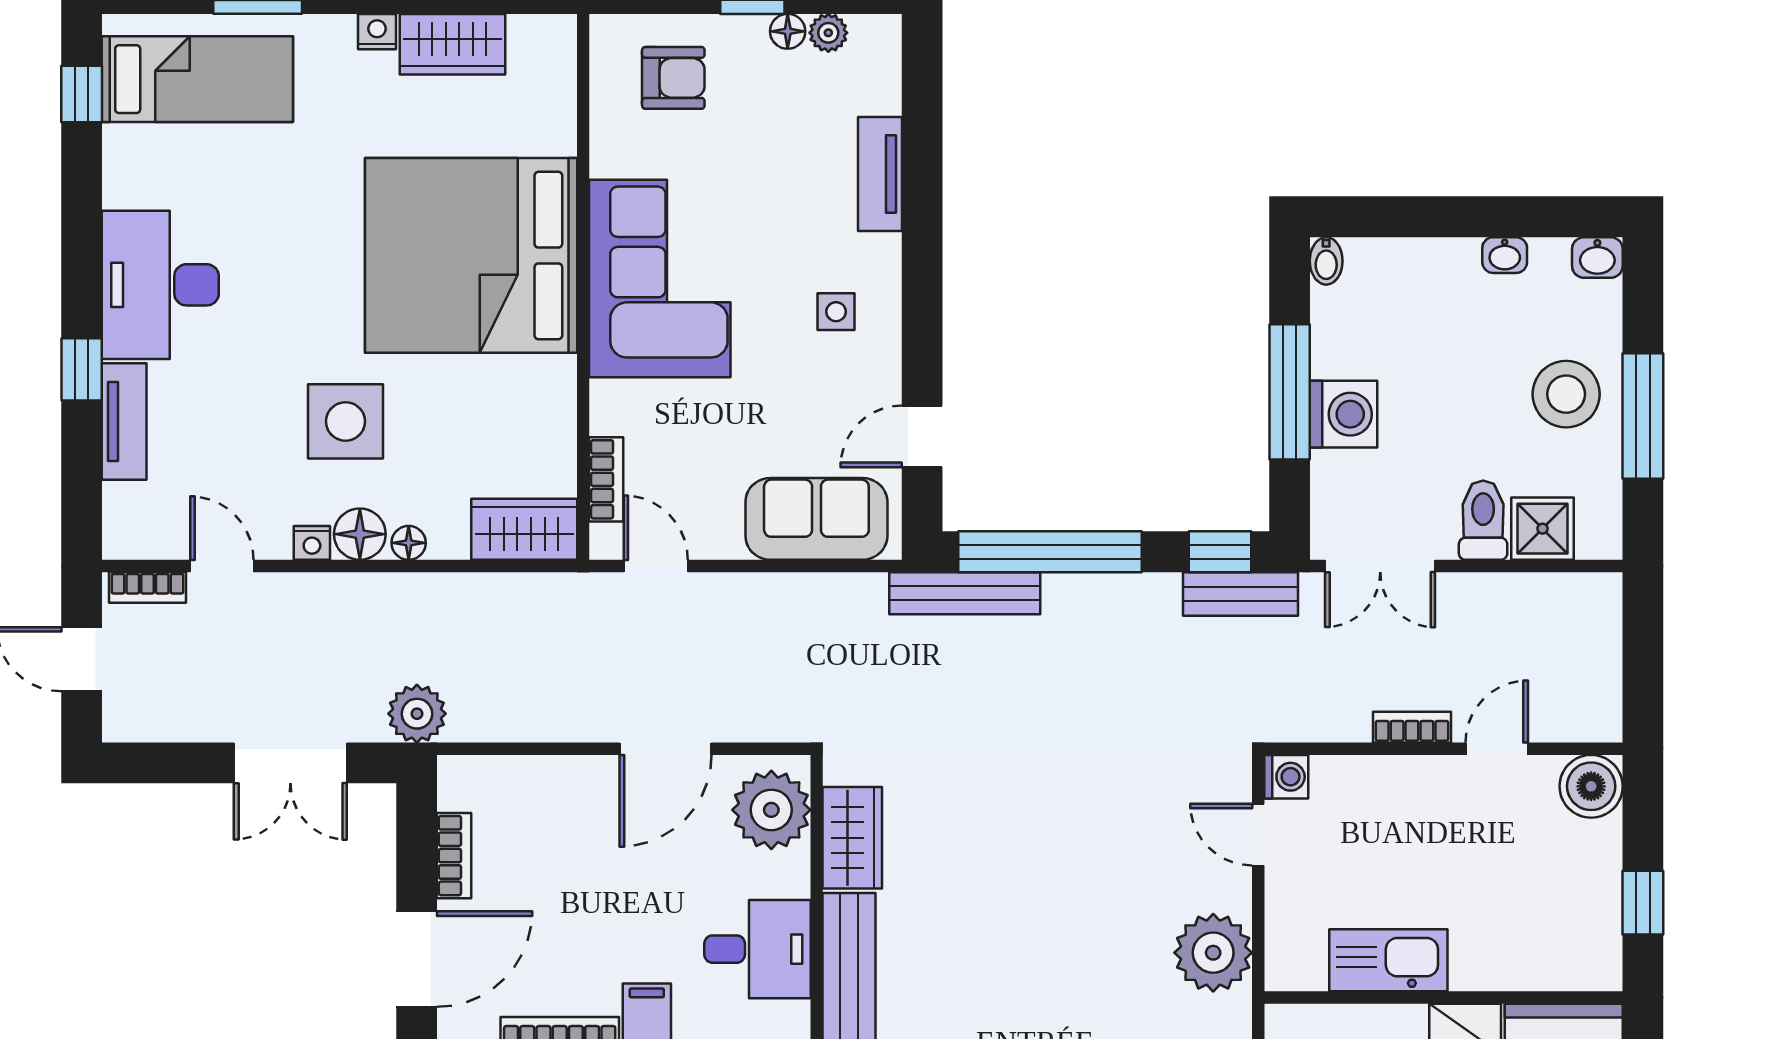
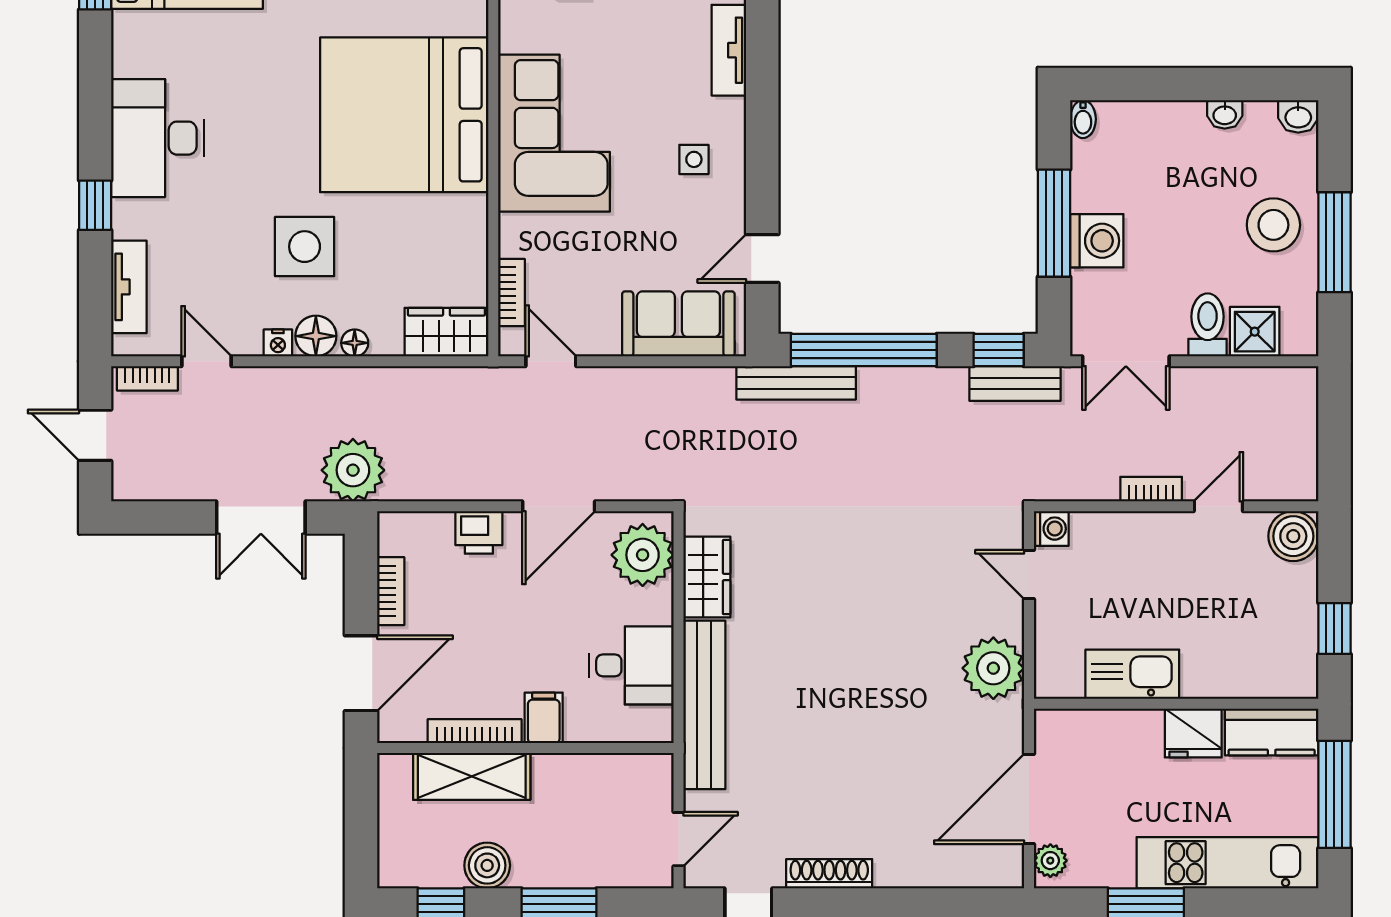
tv unit: (124, 422) -> (129, 287), moved
plant: (417, 714) -> (353, 470), width x1.36, depth x1.36
printer: (565, 782) -> (479, 532), added

